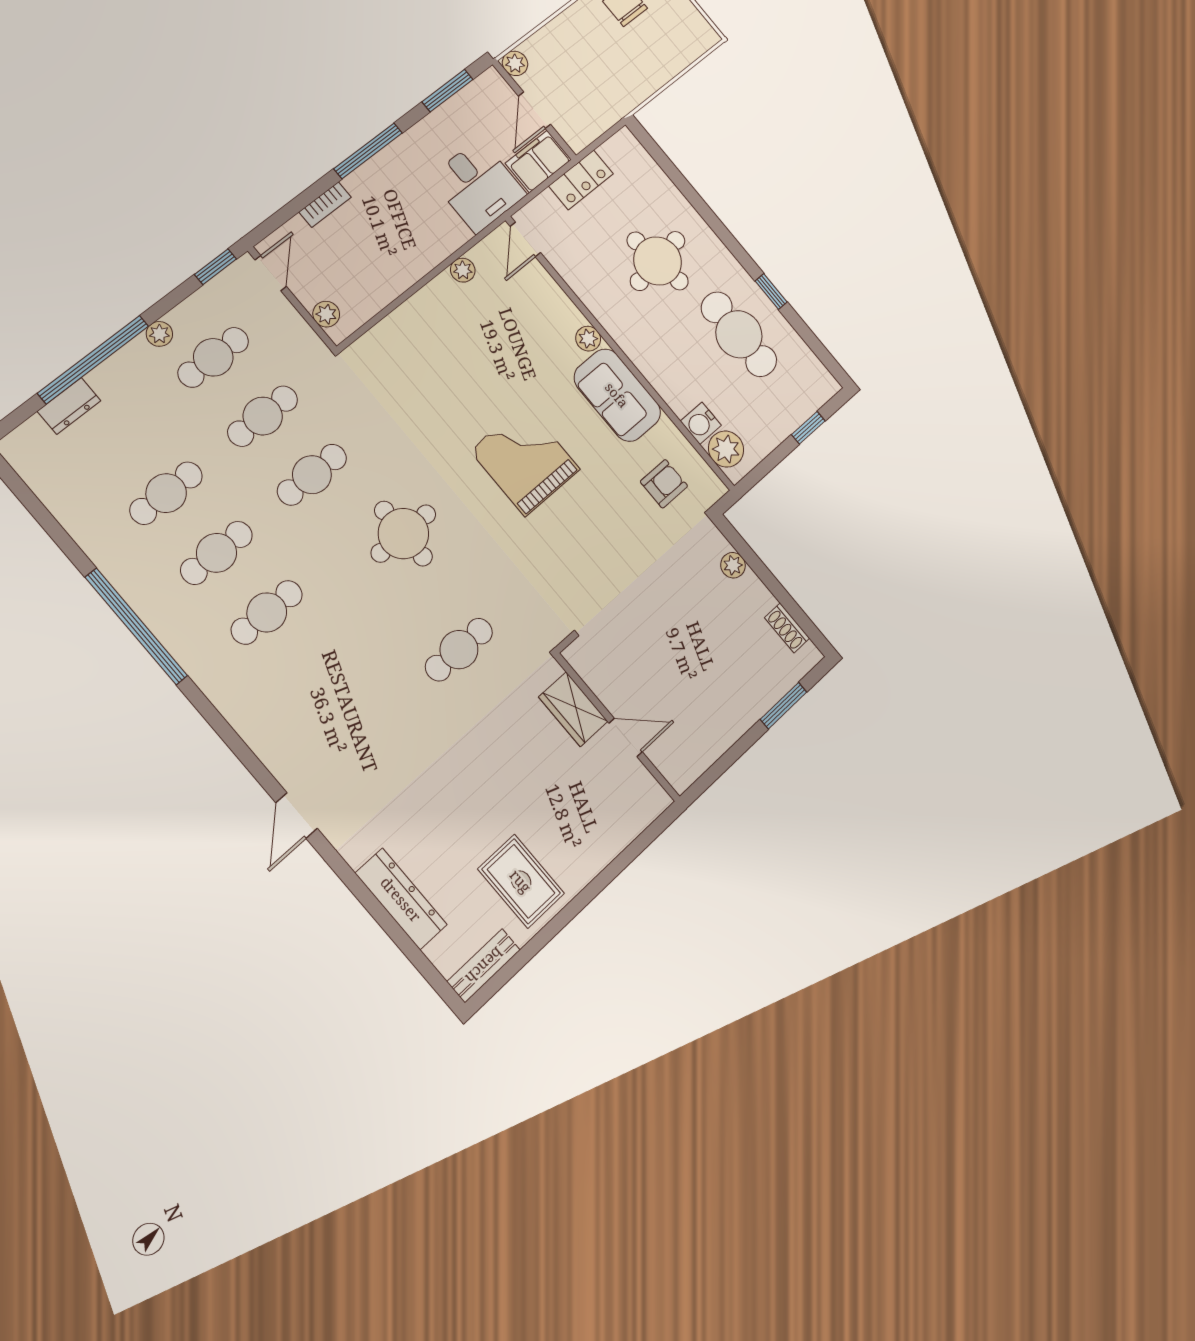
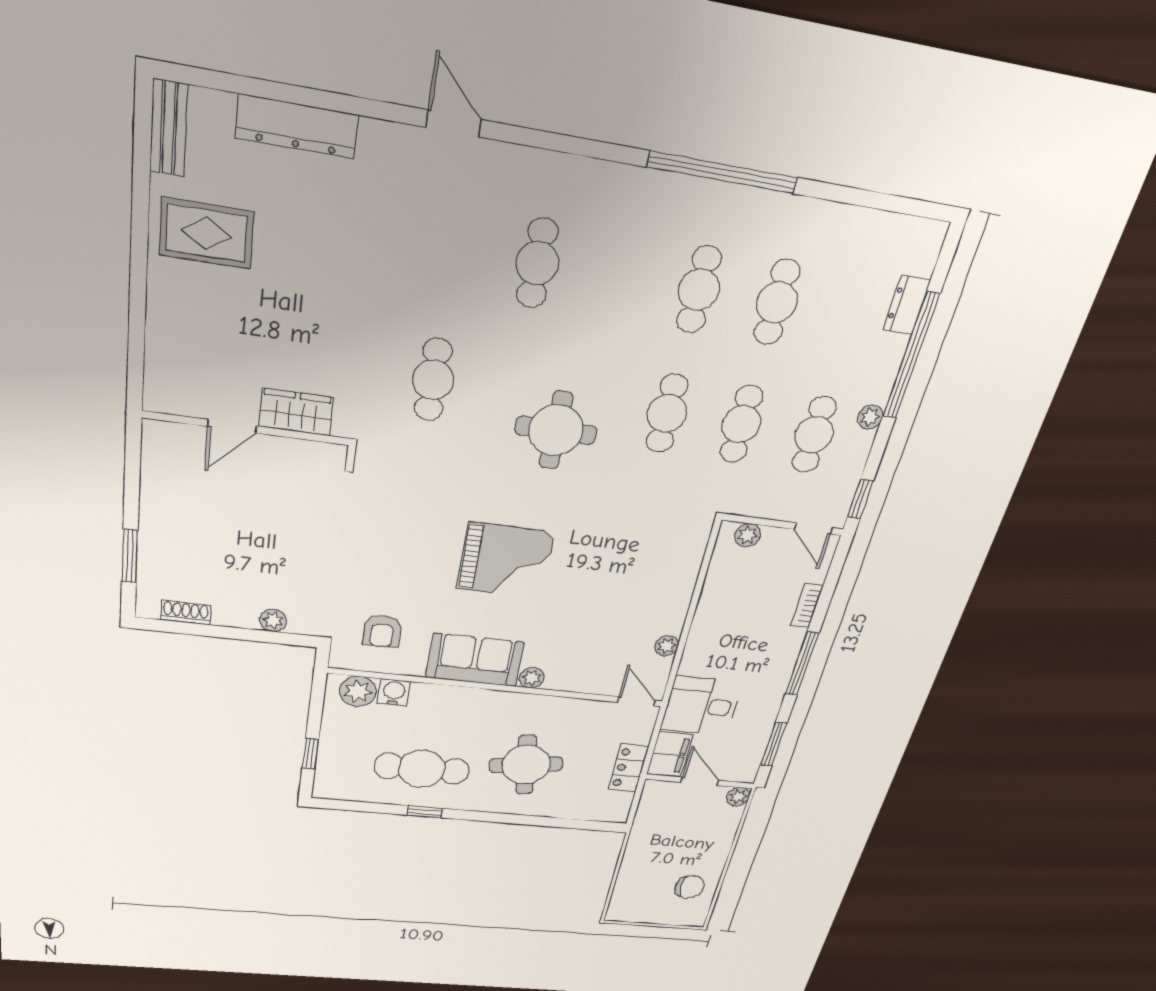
cafe table: (267, 612) -> (537, 263), moved

